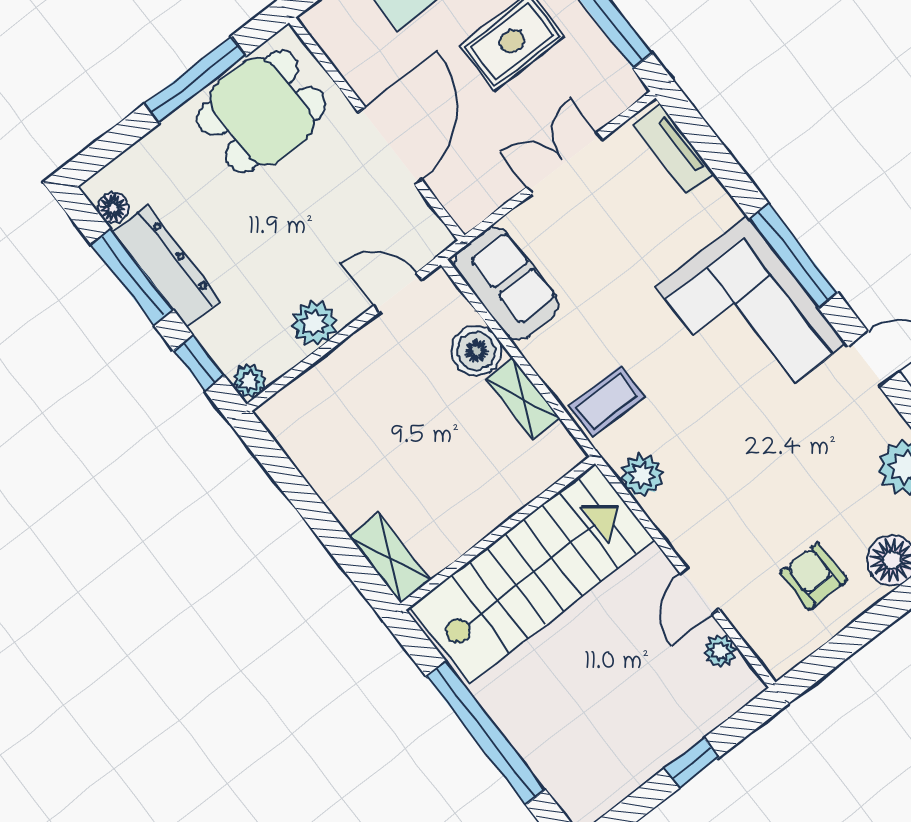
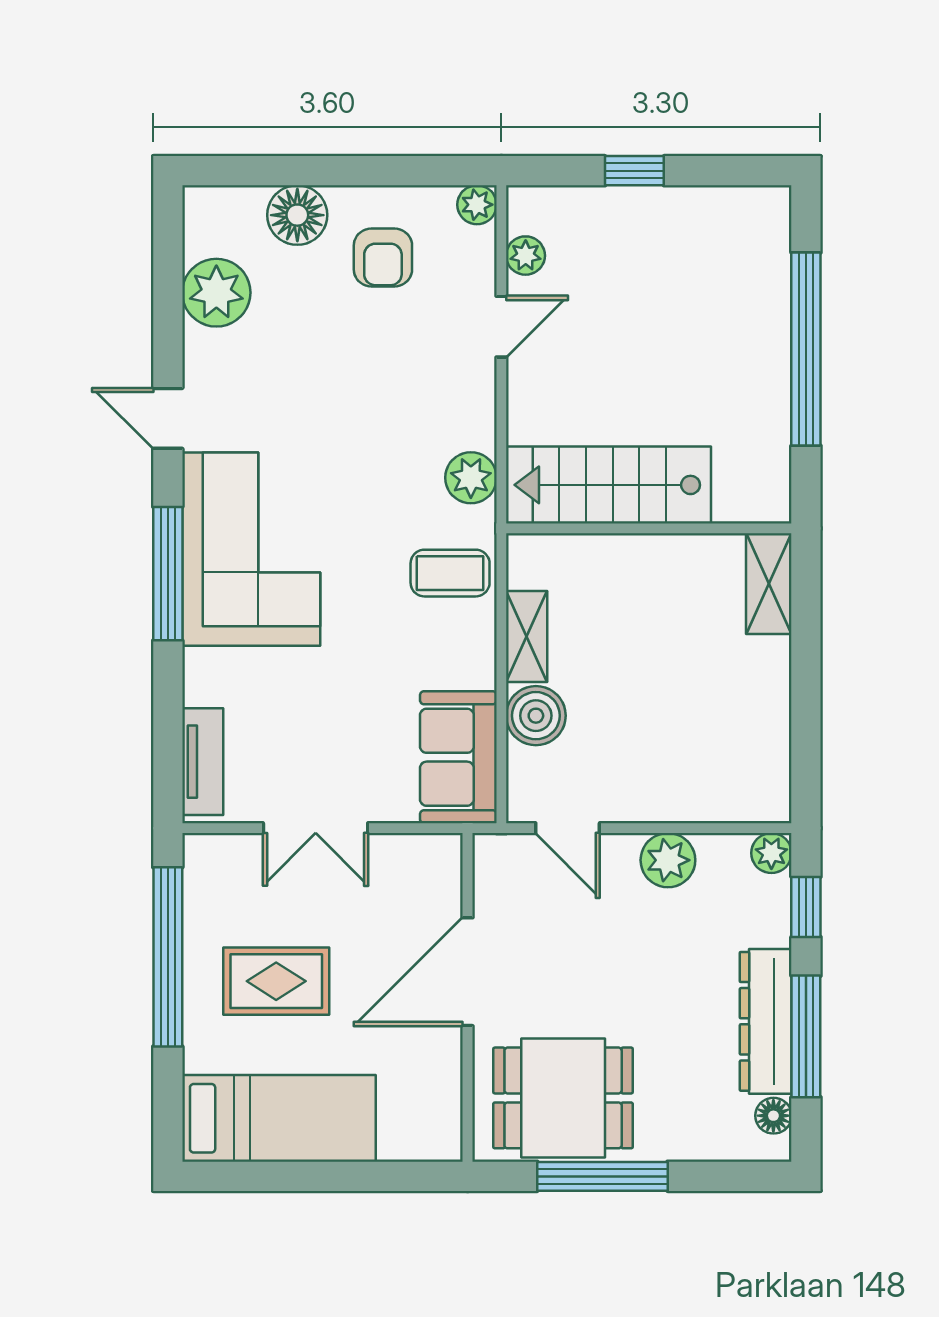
stairs: (532, 574) -> (609, 485), width x0.73, depth x0.66
plant: (778, 660) -> (477, 205), added

